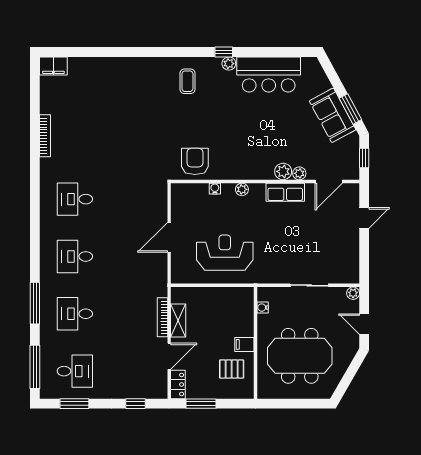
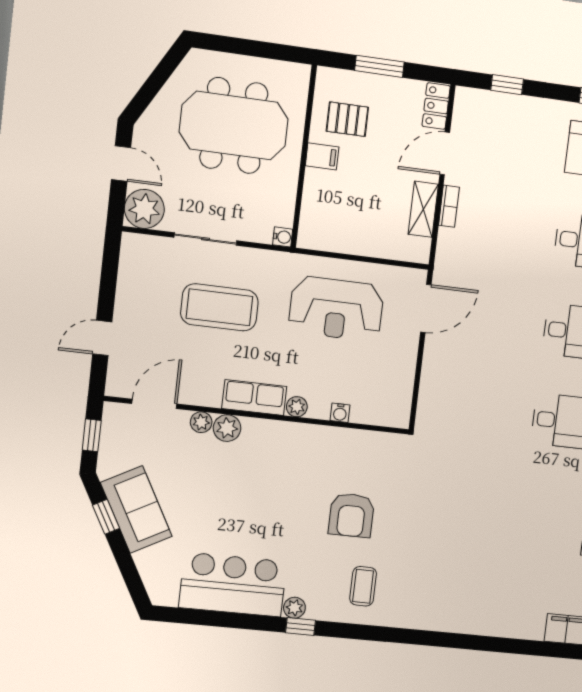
window: (350, 109) -> (106, 517), width x0.67
armchair: (195, 161) -> (351, 515), moved
row of seats: (285, 192) -> (254, 398), moved
door: (169, 237) -> (426, 308), moved
coffee table: (296, 245) -> (219, 307), added
plant: (353, 293) -> (144, 209), width x1.88, depth x1.88
water cooler: (263, 308) -> (283, 237), moved
bookcase: (163, 317) -> (449, 206), width x0.64
window: (201, 404) -> (379, 66), moved

